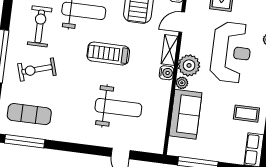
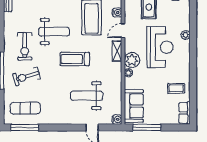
exercise bike: (40, 26) -> (25, 46), turned 180
water cooler: (167, 73) -> (117, 119), moved
weight bench: (118, 108) -> (87, 96), turned 180
sofa: (185, 114) -> (134, 106), moved

